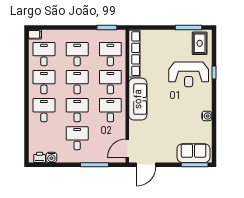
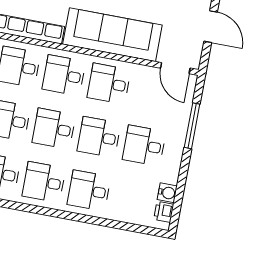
sofa: (138, 99) -> (112, 35), width x1.36, depth x1.27
door: (146, 165) -> (211, 27), moved

